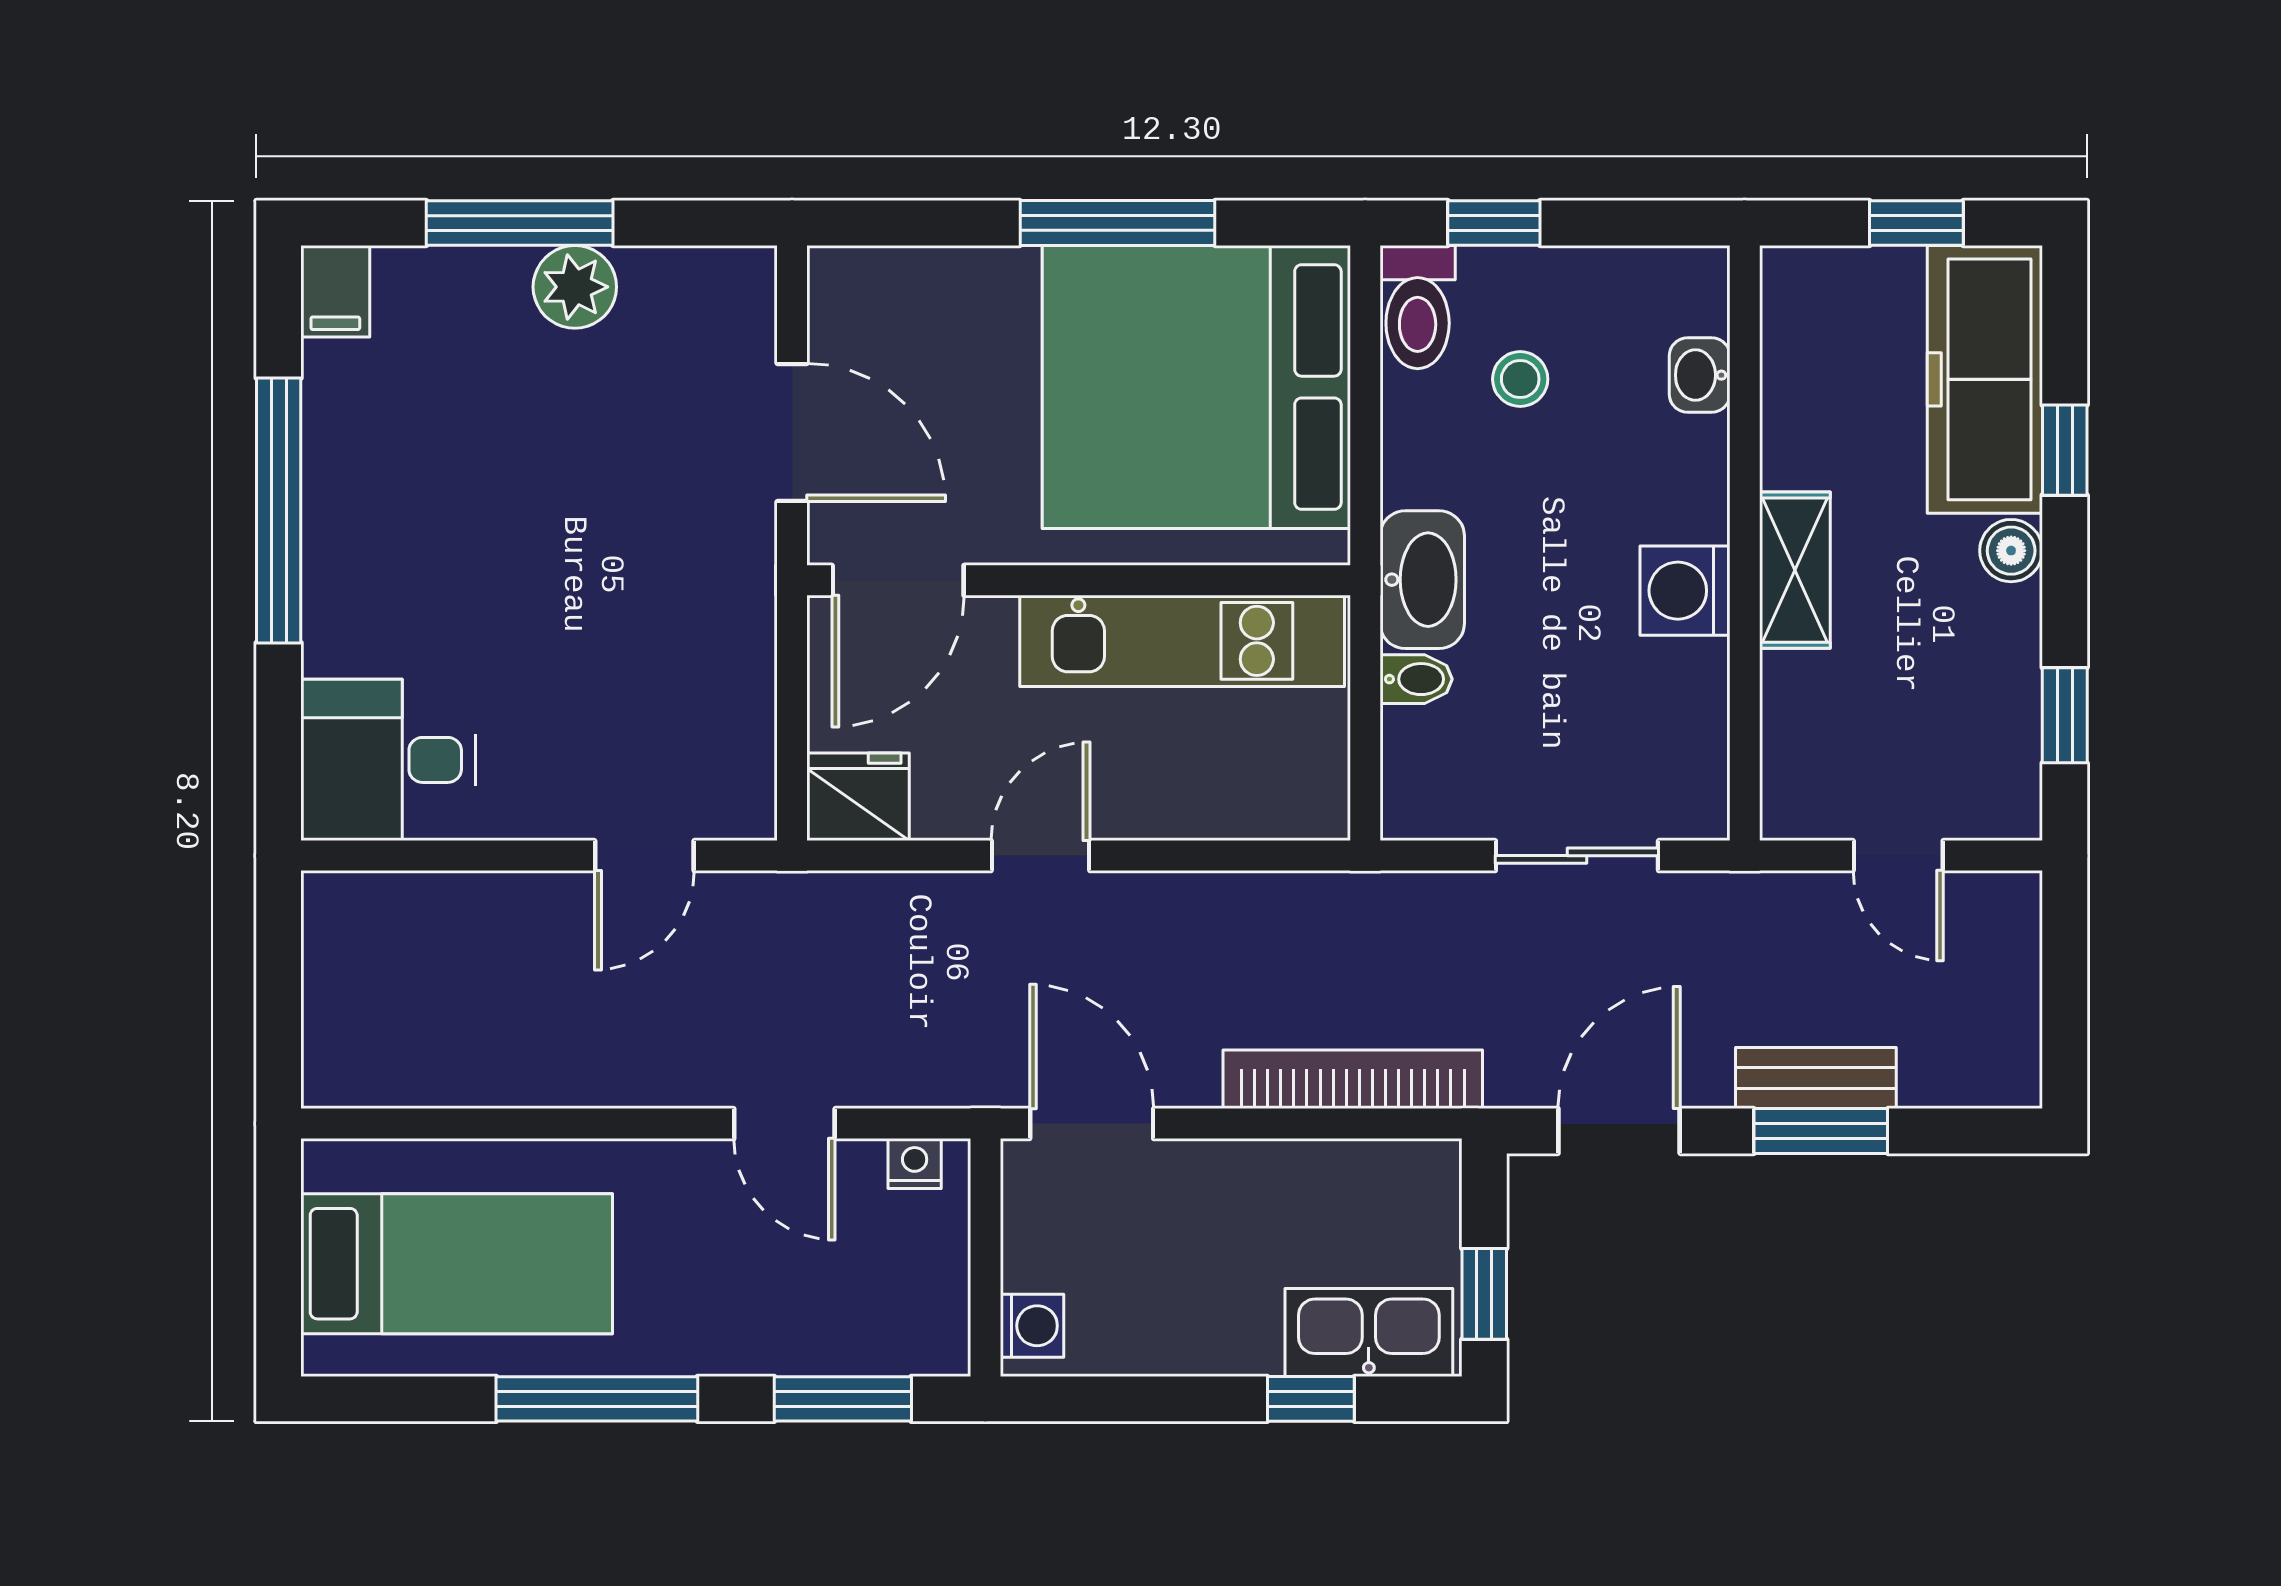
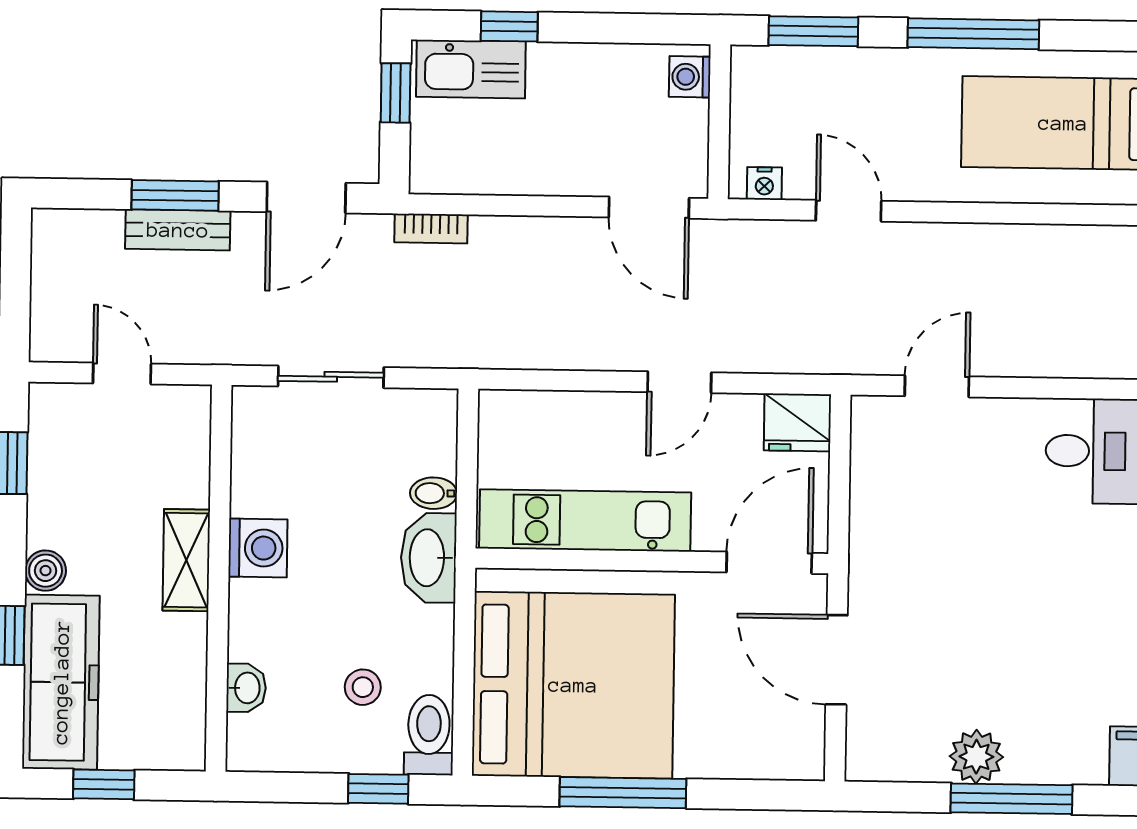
bookcase: (1353, 1079) -> (431, 228), width x0.43, depth x0.76

